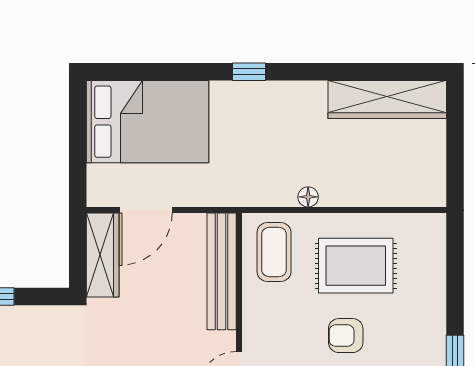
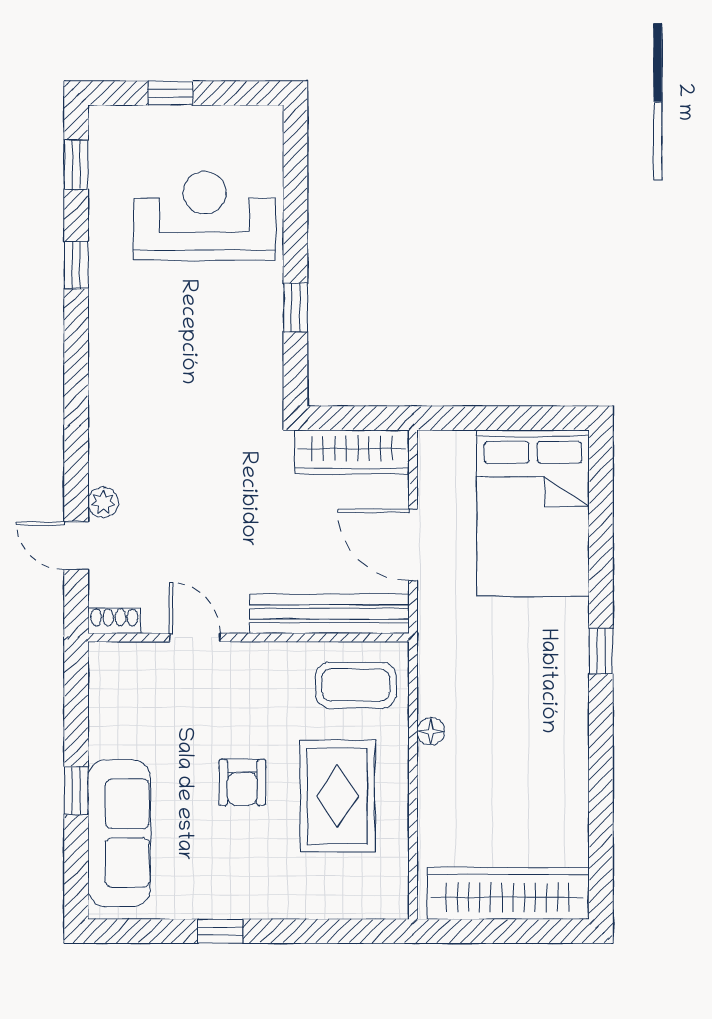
wardrobe: (387, 100) -> (508, 893), moved, turned 90
door: (146, 210) -> (413, 545), moved
armchair: (346, 336) -> (242, 782), turned 180

